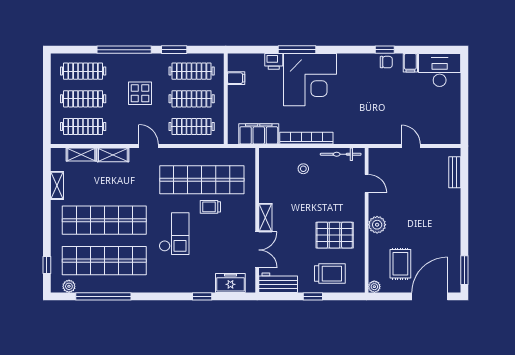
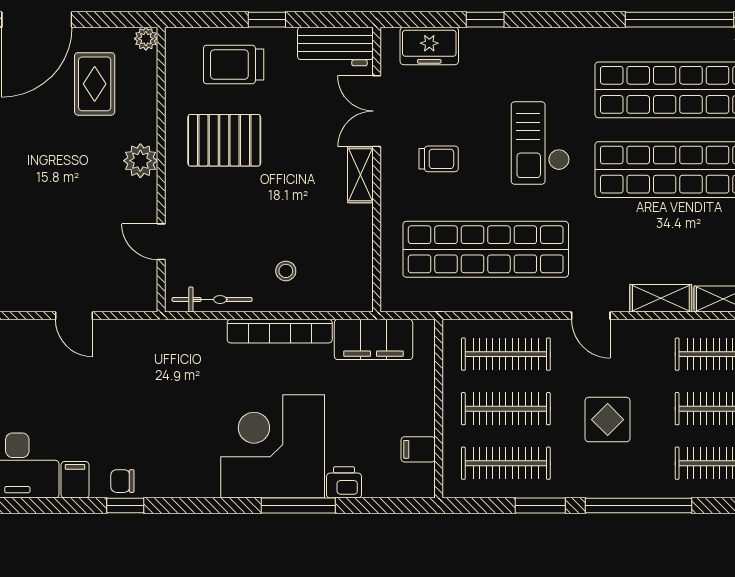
trolley: (210, 207) -> (439, 159), moved

